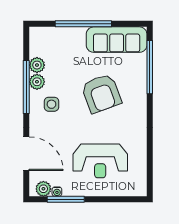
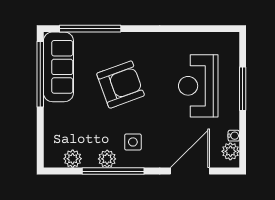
window: (83, 24) -> (40, 74), moved
plant: (37, 65) -> (73, 159), moved
reception desk: (100, 161) -> (198, 86), turned 180
window: (66, 199) -> (243, 89), moved

